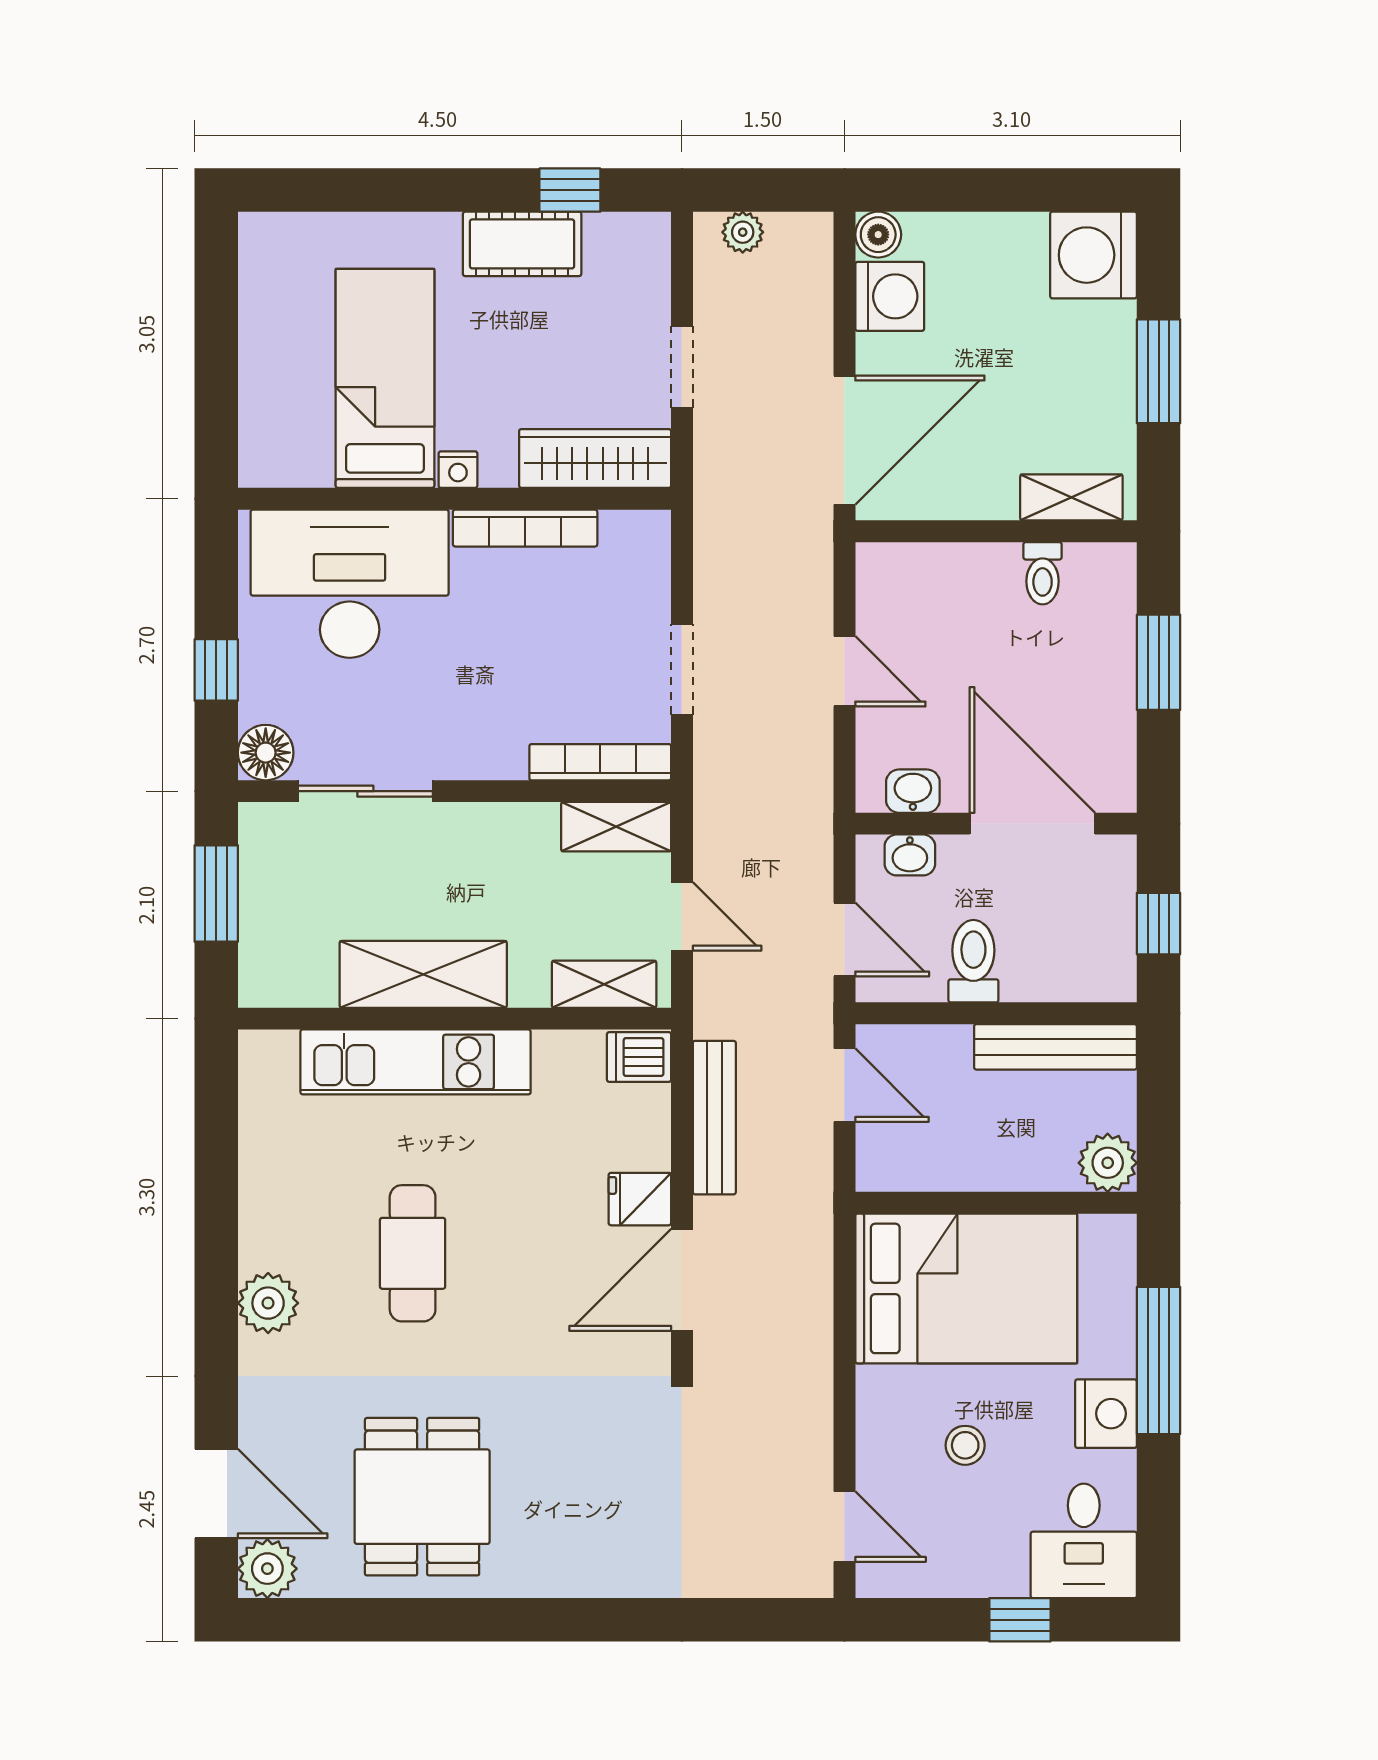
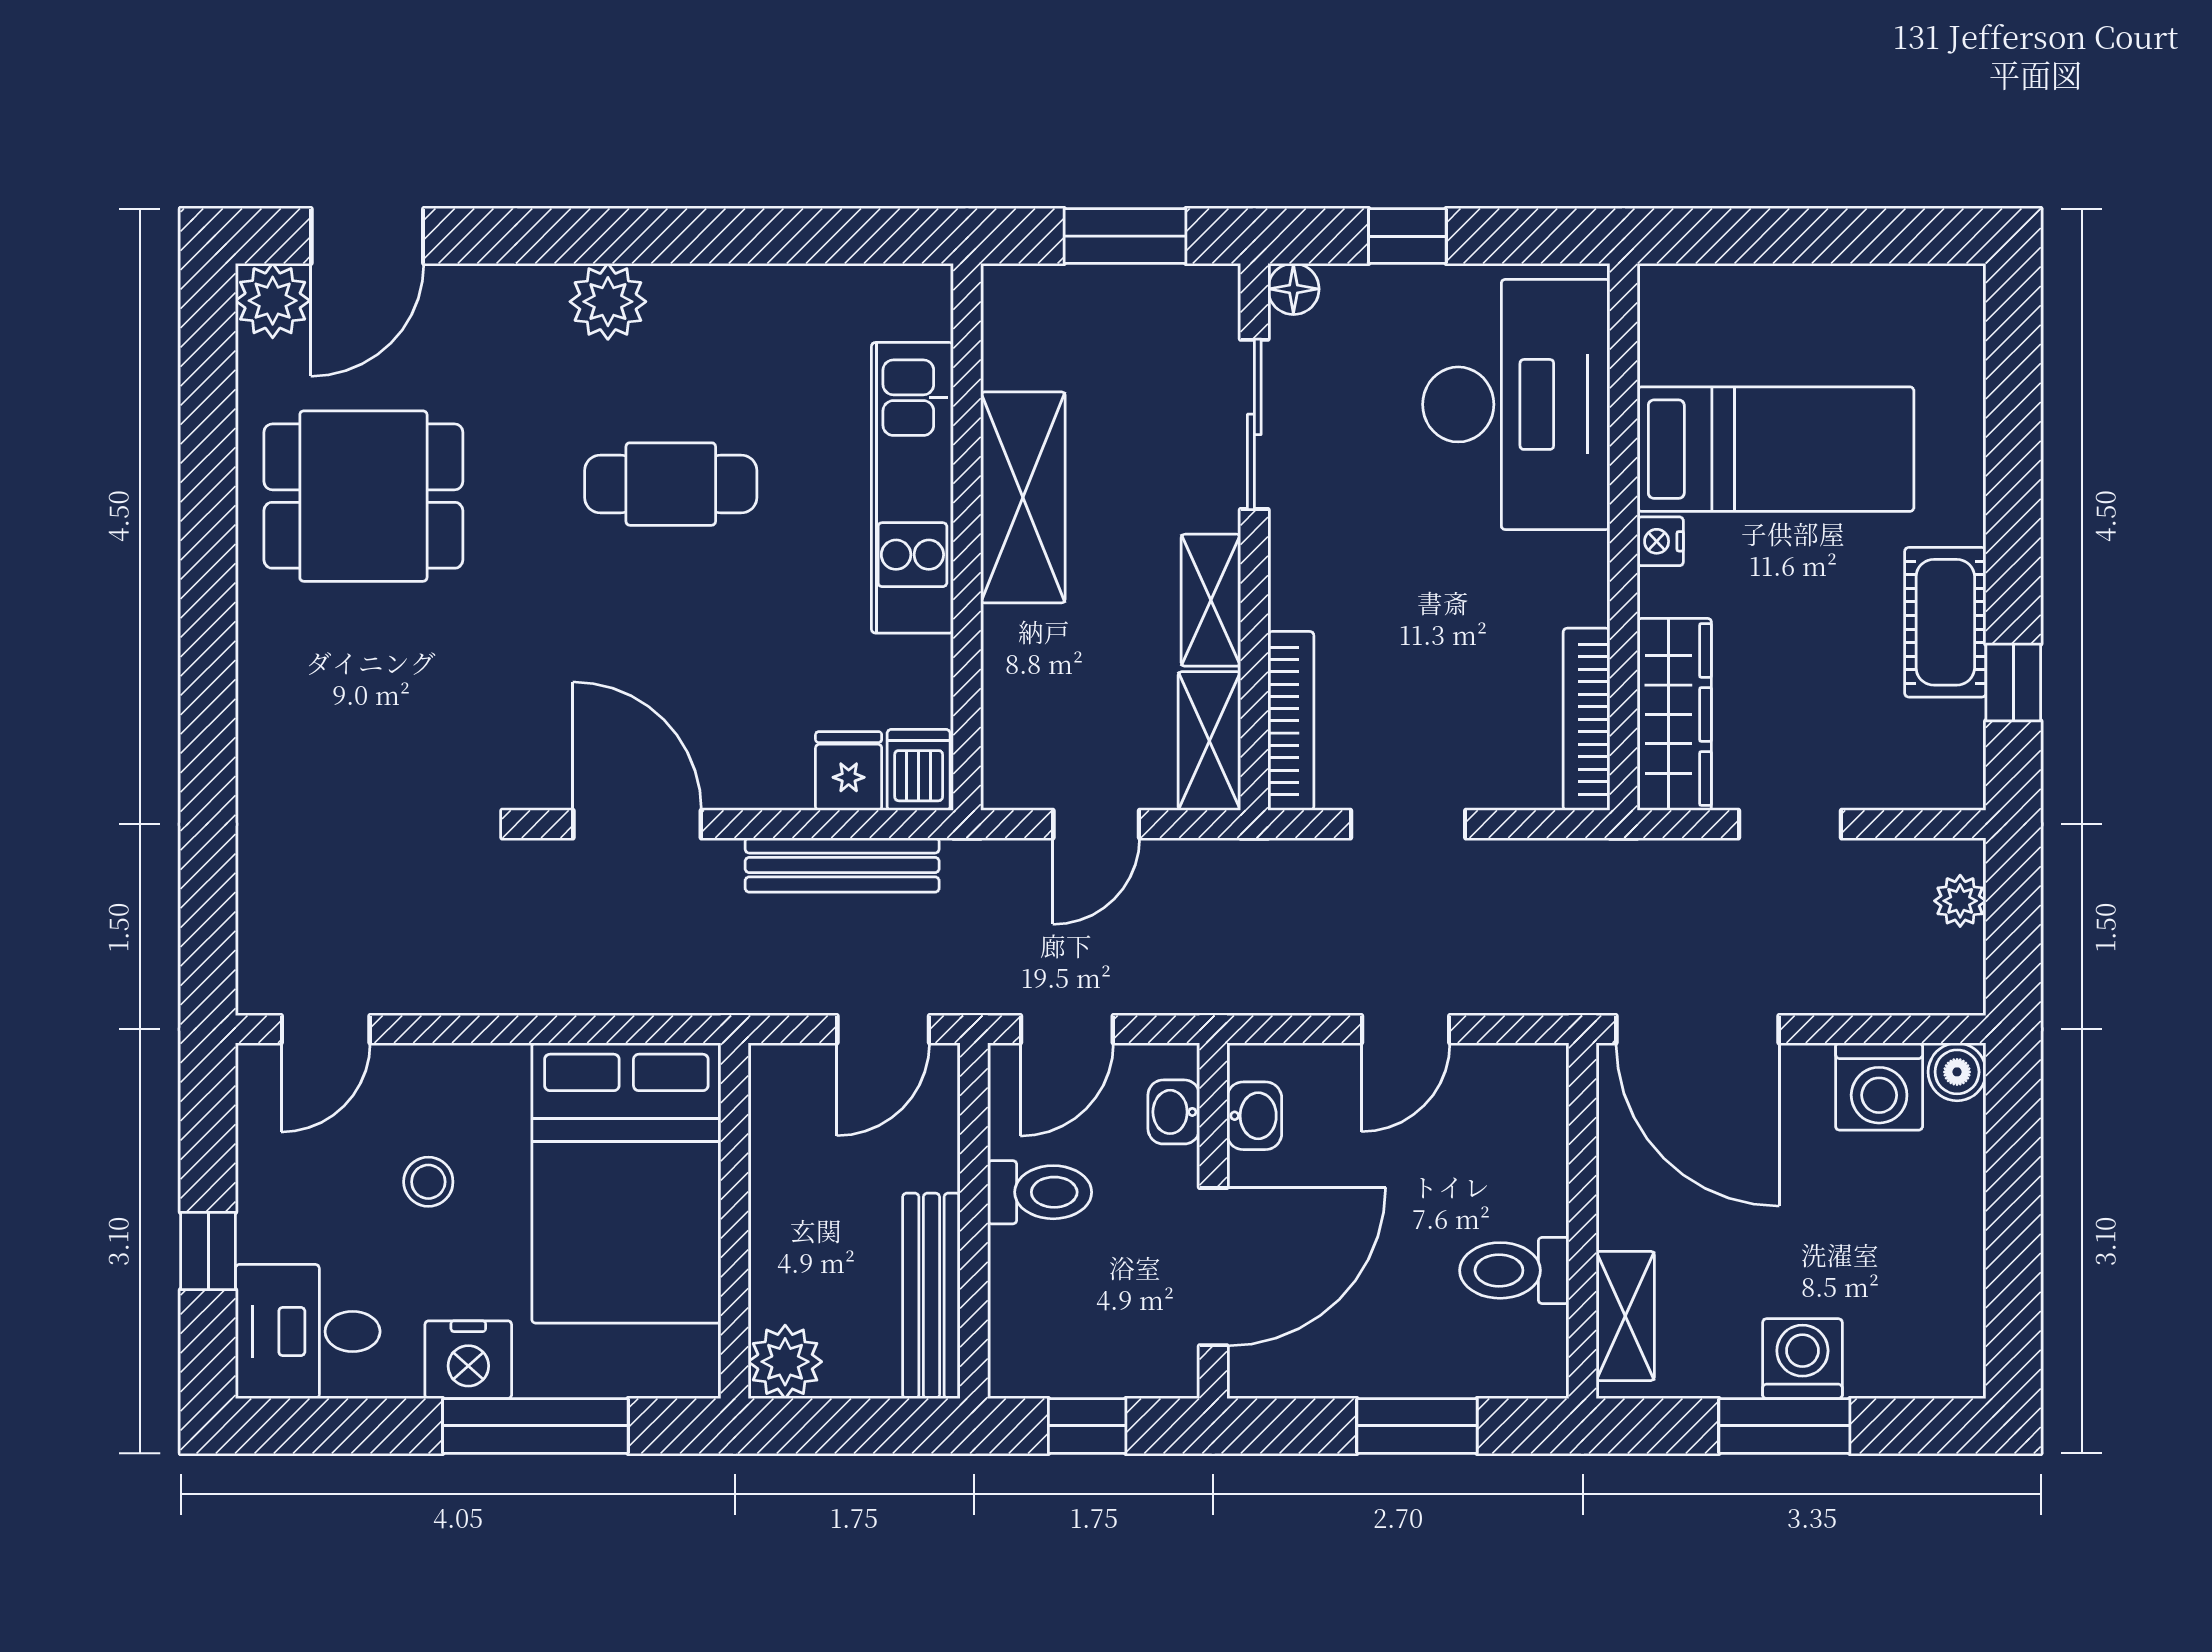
washing machine: (1094, 255) -> (1802, 1359), moved, width x0.73, depth x0.73
bookcase: (525, 528) -> (1587, 719), moved
toilet: (1043, 573) -> (1514, 1270), width x1.37, depth x1.39
floor lamp: (266, 753) -> (1293, 289), width x0.73, depth x0.73
shelving: (604, 984) -> (1211, 600), moved
fridge: (640, 1199) -> (849, 771), moved

